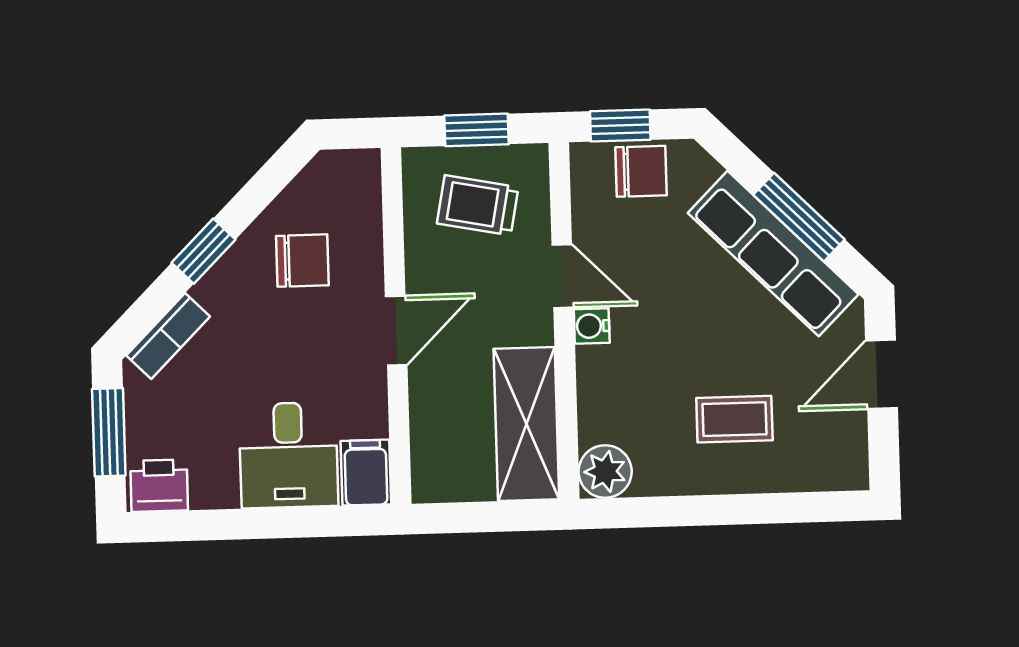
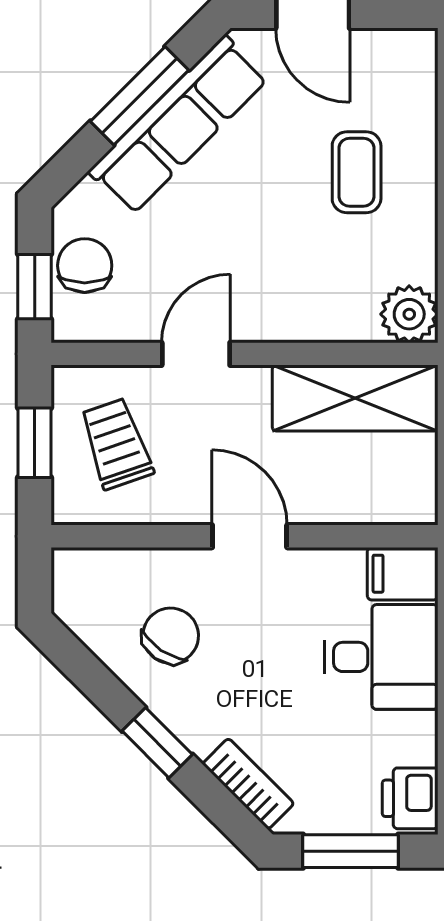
trolley: (478, 205) -> (116, 444), turned 150
chair: (302, 261) -> (171, 636), turned 34
water cooler: (592, 326) -> (251, 324), removed

